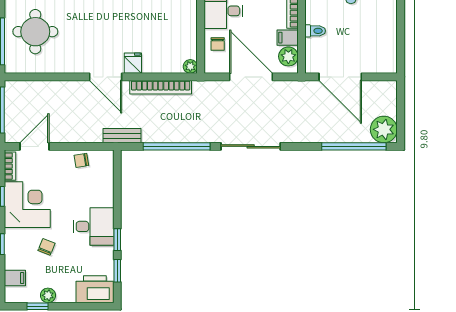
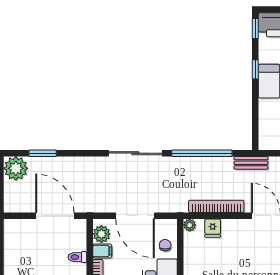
fridge: (133, 63) -> (213, 228), moved
window: (354, 146) -> (43, 153), width x0.47
window: (117, 271) -> (255, 29), moved

